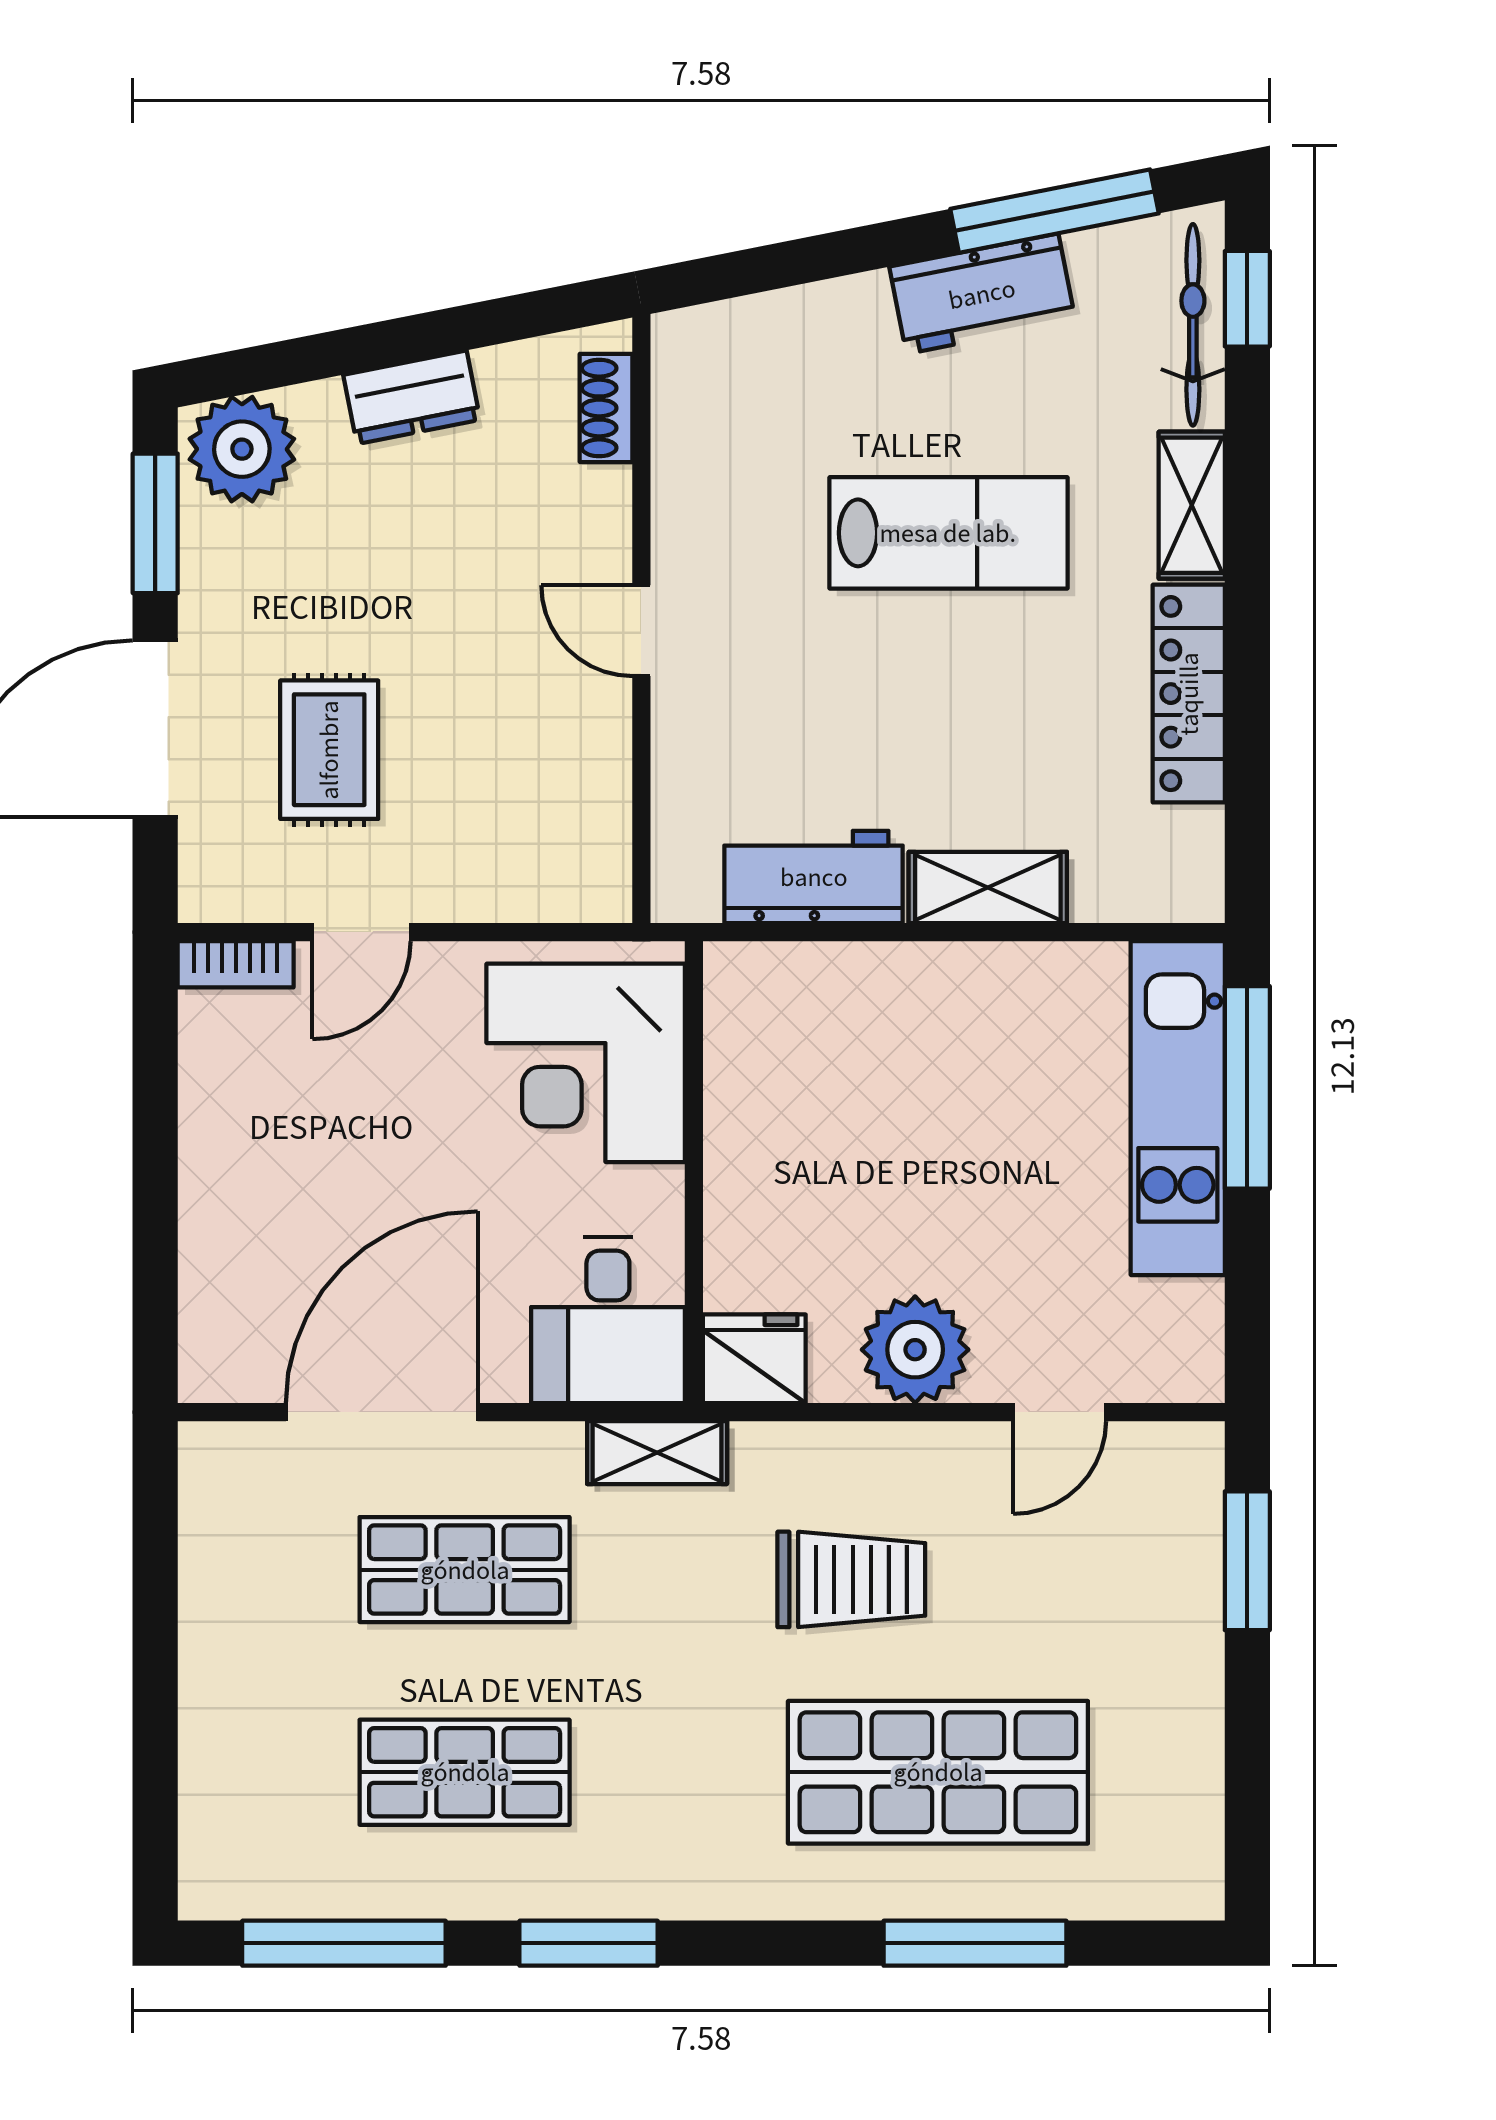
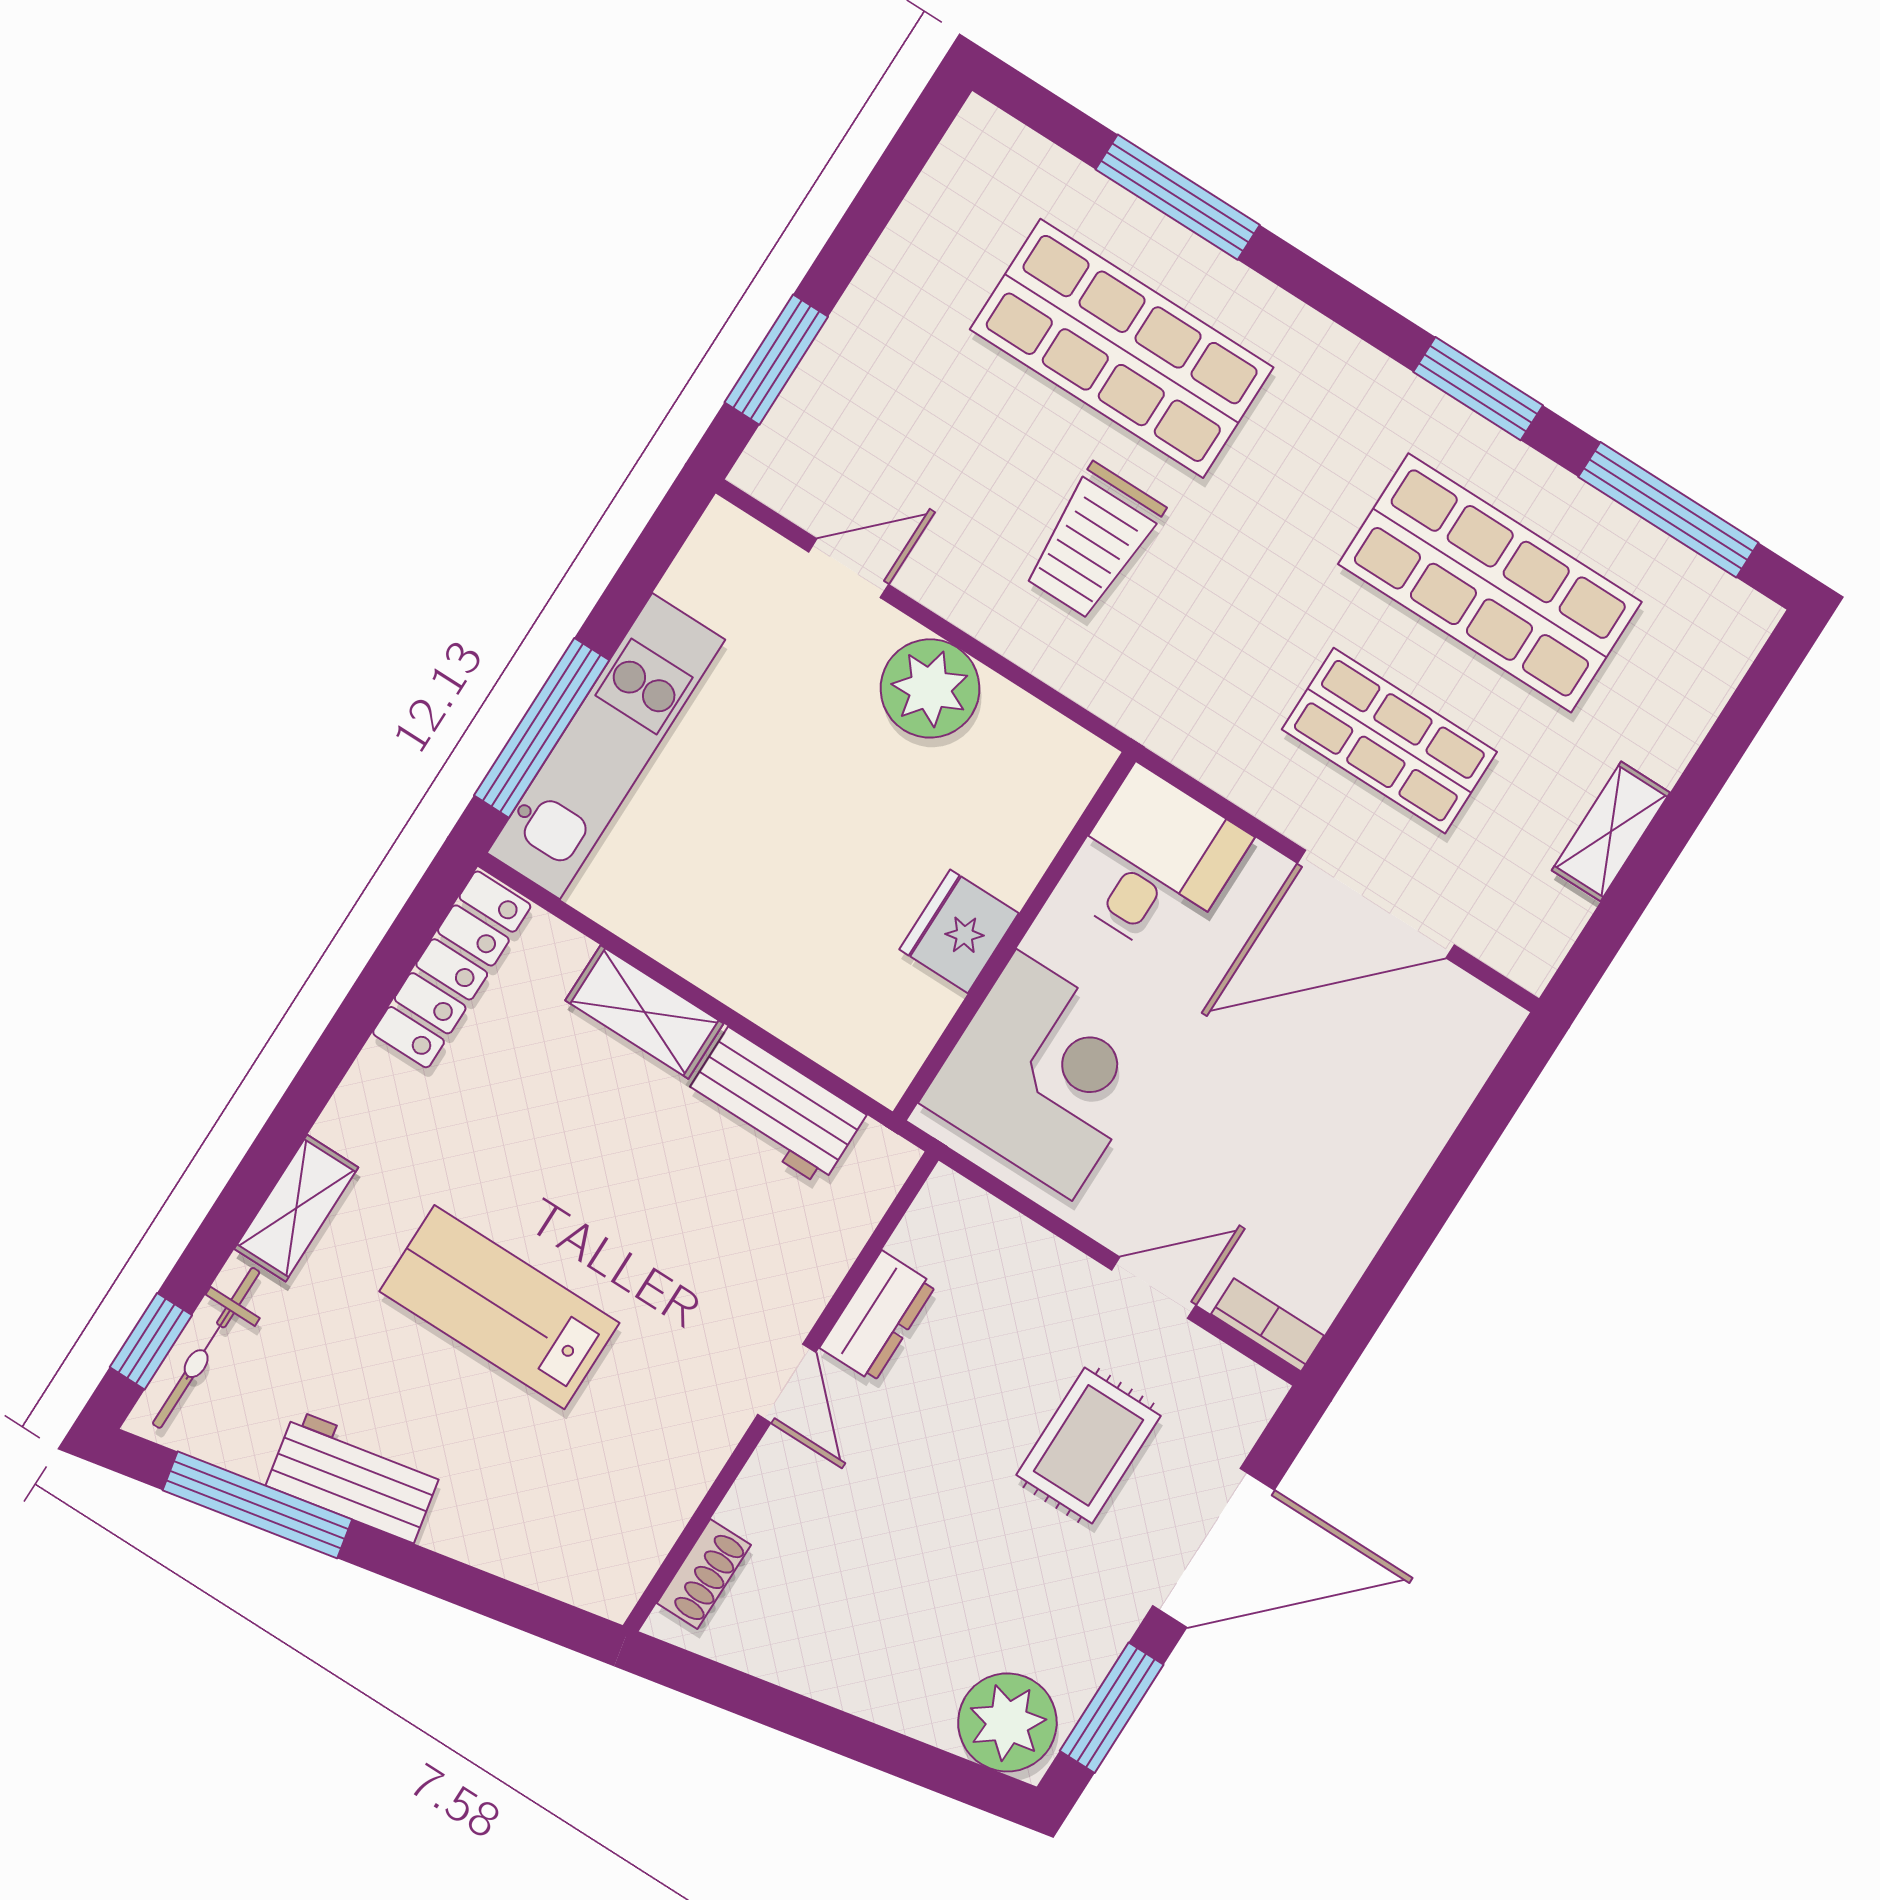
dresser: (412, 397) -> (878, 1316), moved, turned 101
locker: (1189, 694) -> (452, 969), moved
fridge: (754, 1359) -> (959, 931), moved, turned 90
shelving: (657, 1453) -> (1611, 831), moved, turned 90
trolley: (851, 1579) -> (1093, 541), turned -90
shop shelf: (465, 1772) -> (1490, 583), width x1.43, depth x1.36

